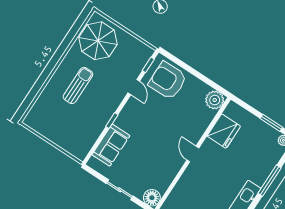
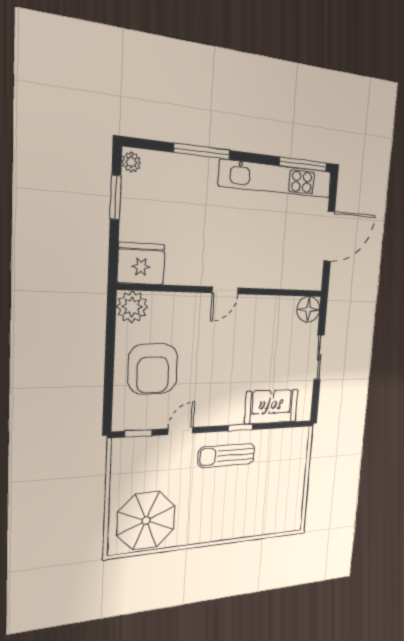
armchair: (168, 81) -> (153, 369), moved
sun lounger: (78, 85) -> (227, 455), moved
fridge: (224, 131) -> (141, 264), moved

